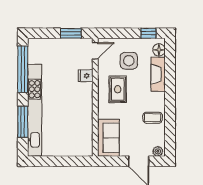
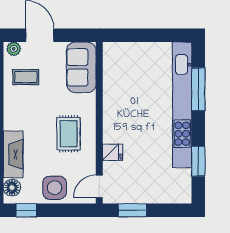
side table: (129, 61) -> (55, 188), moved
window: (23, 69) -> (198, 161), width x0.47
coffee table: (153, 118) -> (26, 77), moved

